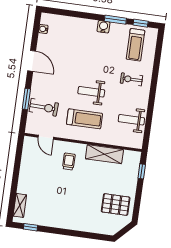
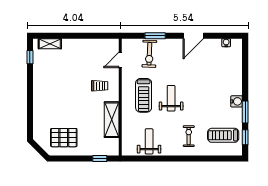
pallet: (116, 205) -> (64, 138), turned 90

